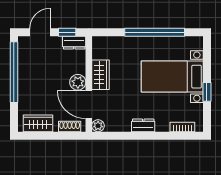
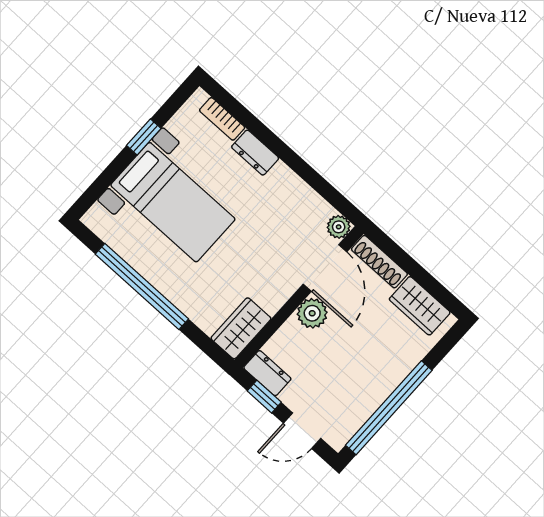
wardrobe: (101, 75) -> (241, 328), moved
dresser: (143, 125) -> (255, 153), moved
shoe rack: (70, 127) -> (379, 262), width x1.43

